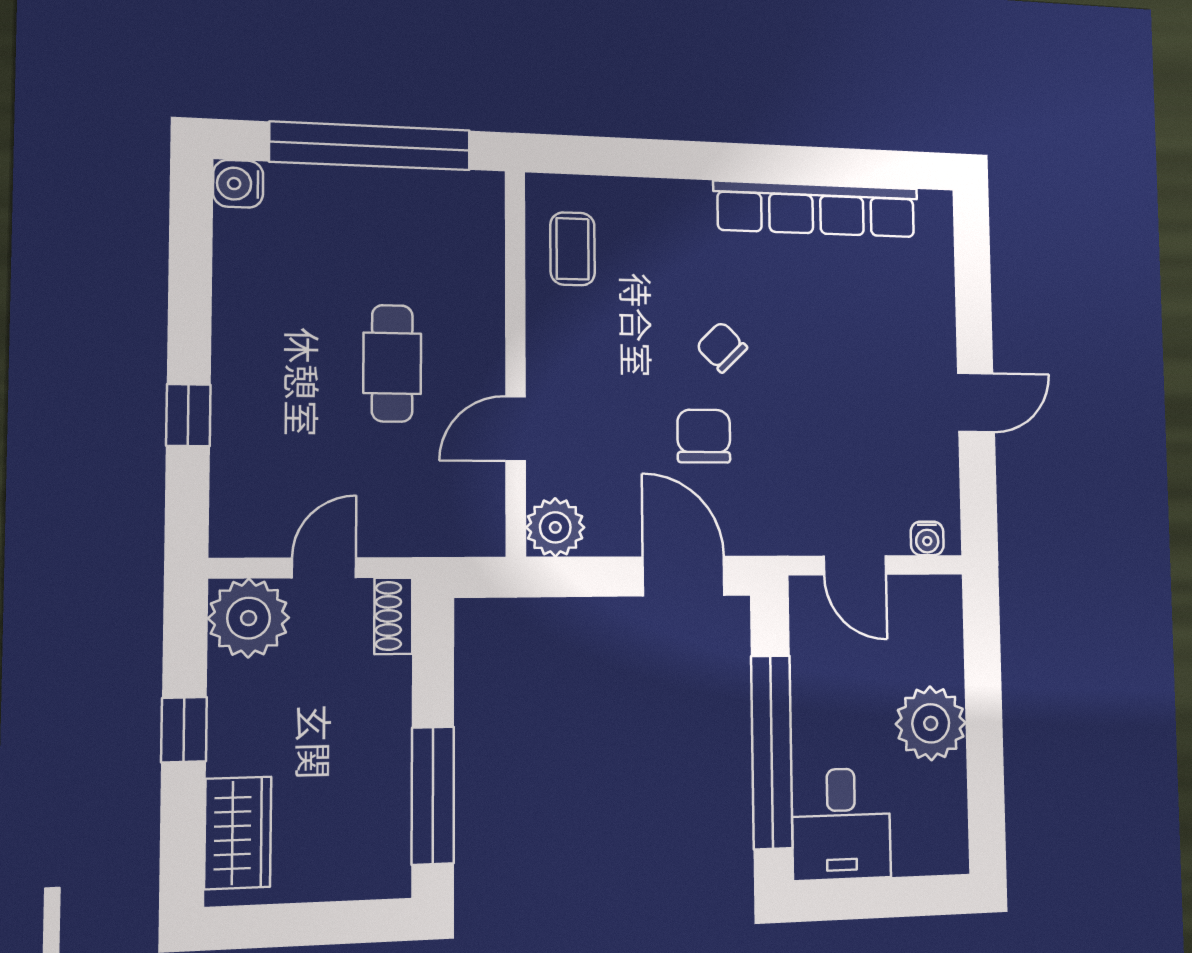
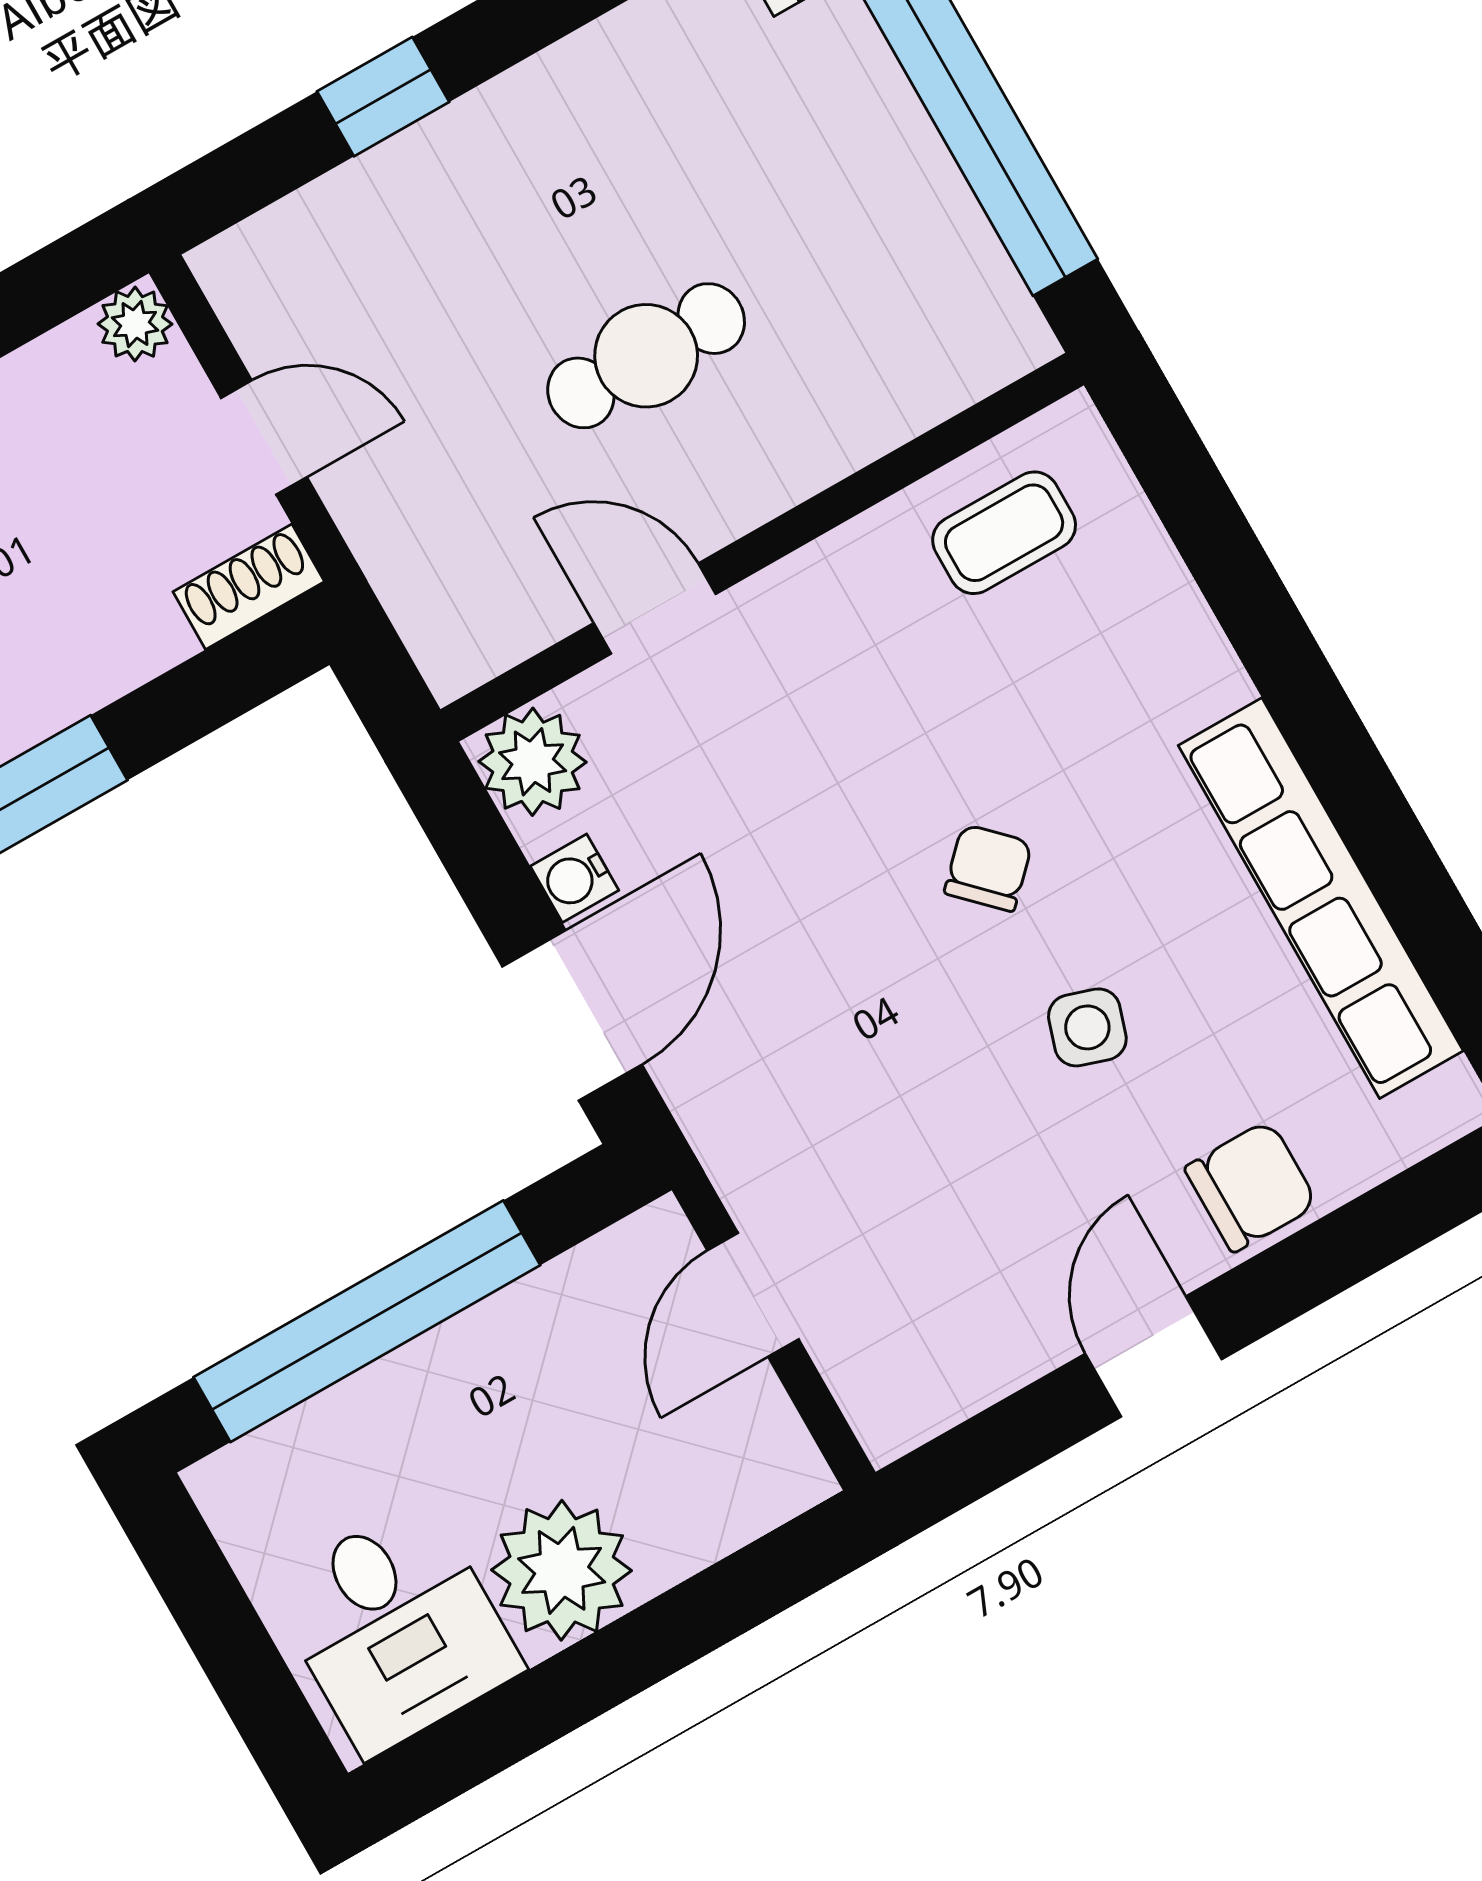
side table: (817, 345) -> (1087, 1027), added
door: (976, 402) -> (1153, 1356), swing flipped
chair: (704, 436) -> (1251, 1186), moved
water cooler: (927, 538) -> (574, 878), moved
plant: (249, 618) -> (135, 324), width x0.53, depth x0.53
desk: (841, 824) -> (396, 1628), moved, turned -90

